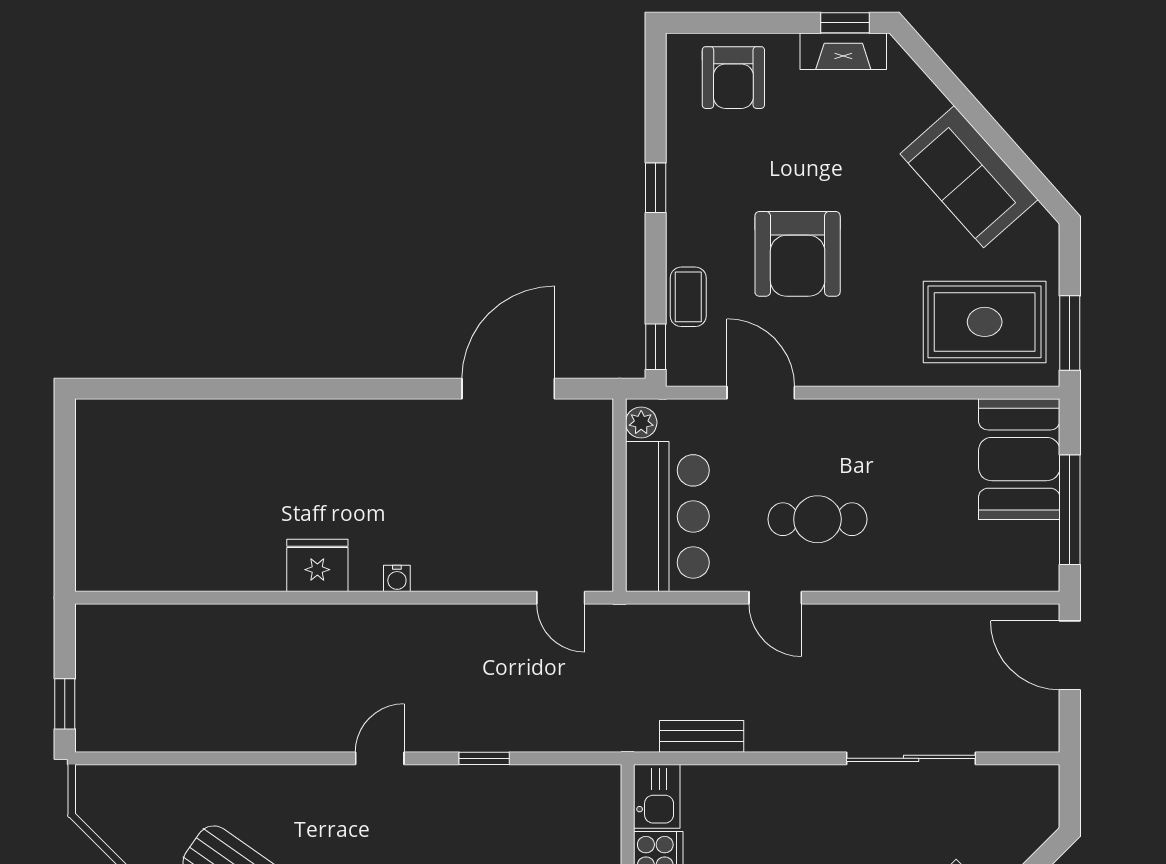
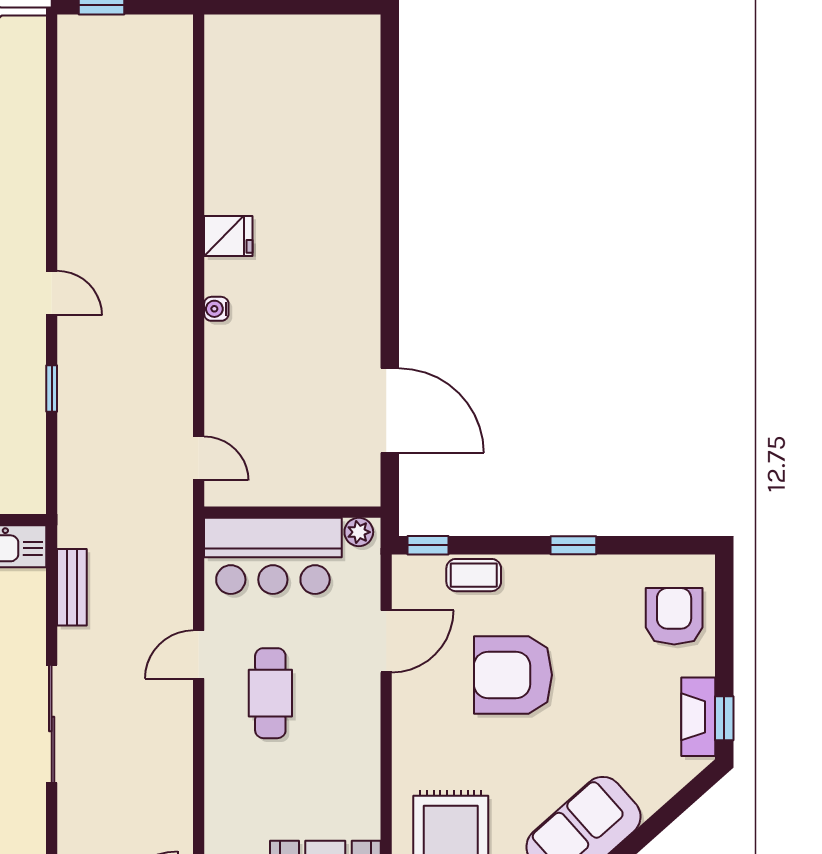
armchair: (733, 78) -> (674, 616), turned 90
fridge: (317, 565) -> (228, 236), width x0.72
door: (561, 598) -> (199, 458), swing flipped
sliding door: (911, 758) -> (52, 724), moved

